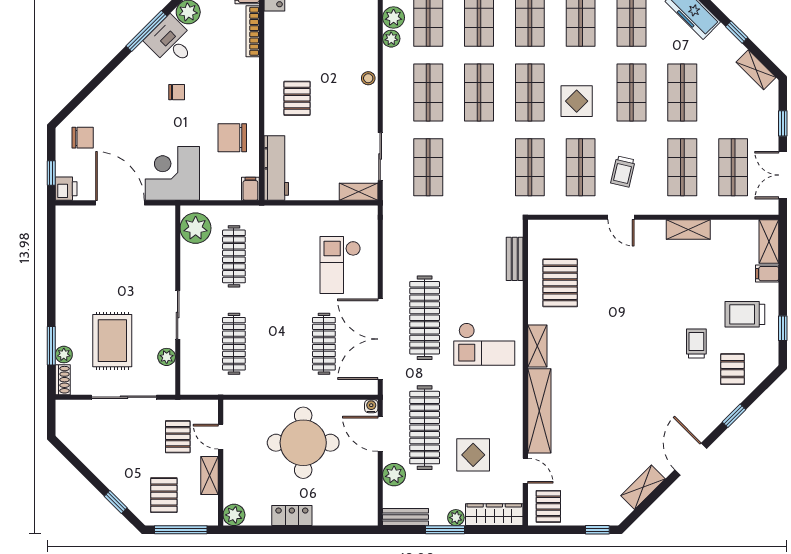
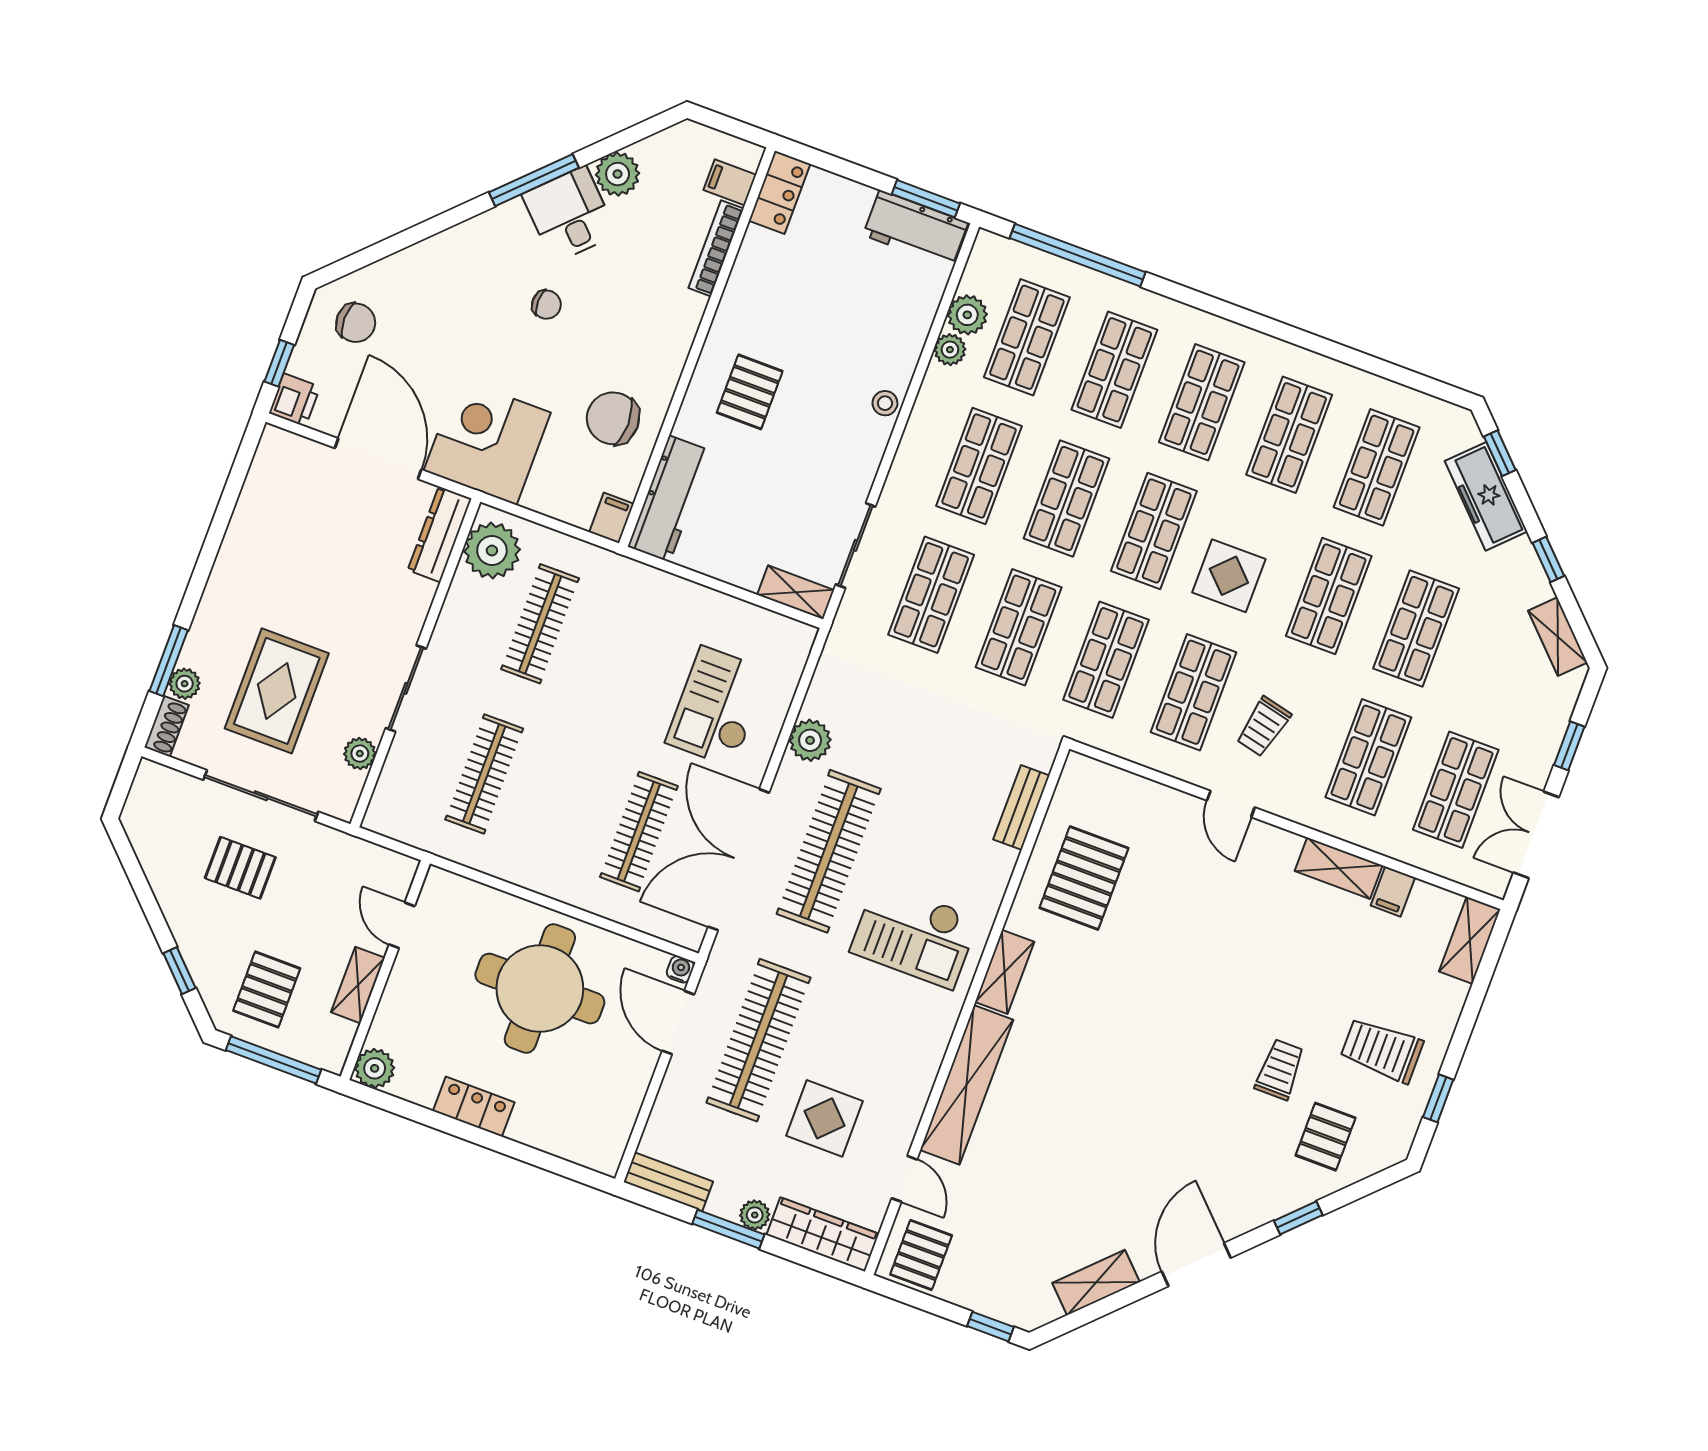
shop shelf: (479, 167) -> (1019, 627), added
dresser: (166, 230) -> (440, 534), added
filing cabinet: (767, 274) -> (1393, 891), moved, turned -90
pallet: (178, 437) -> (240, 868), moved, turned 90
plant: (394, 475) -> (810, 740), moved

